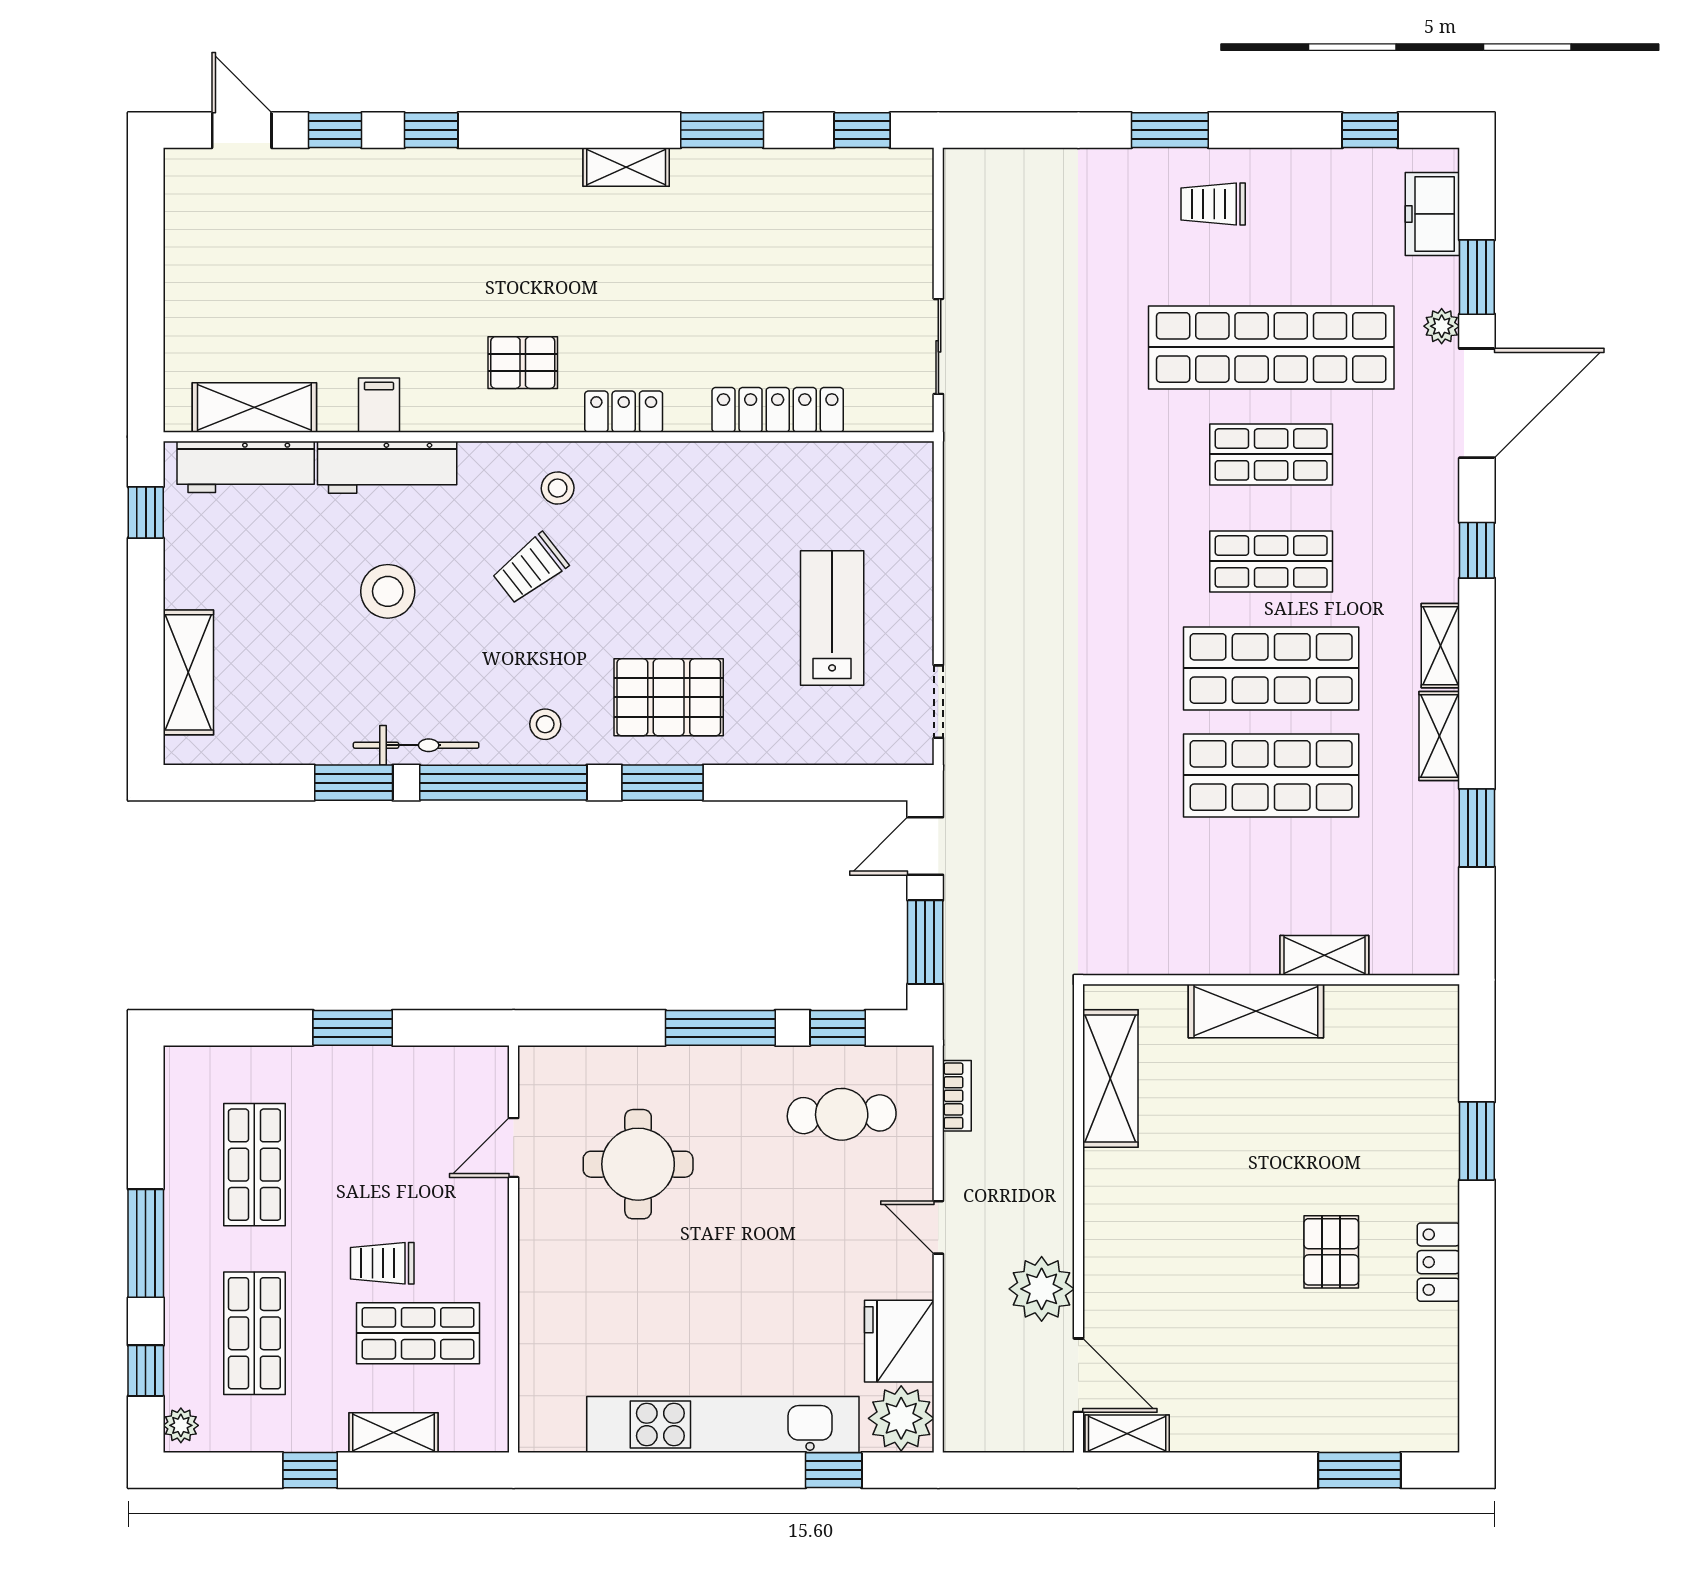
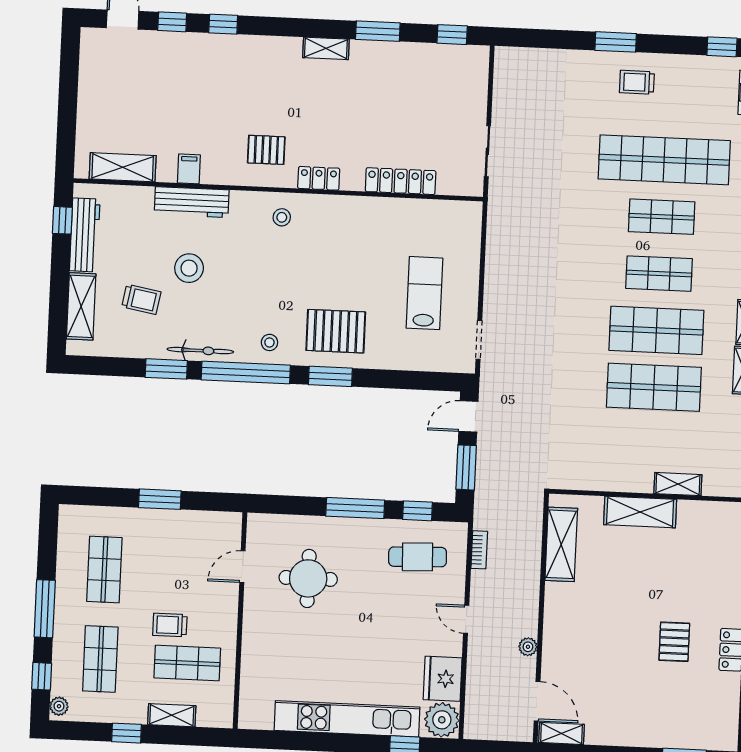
workbench: (246, 467) -> (85, 235), moved, turned -90
trolley: (530, 569) -> (141, 299), moved, turned -132
plant: (1042, 1289) -> (528, 647), width x0.53, depth x0.53

